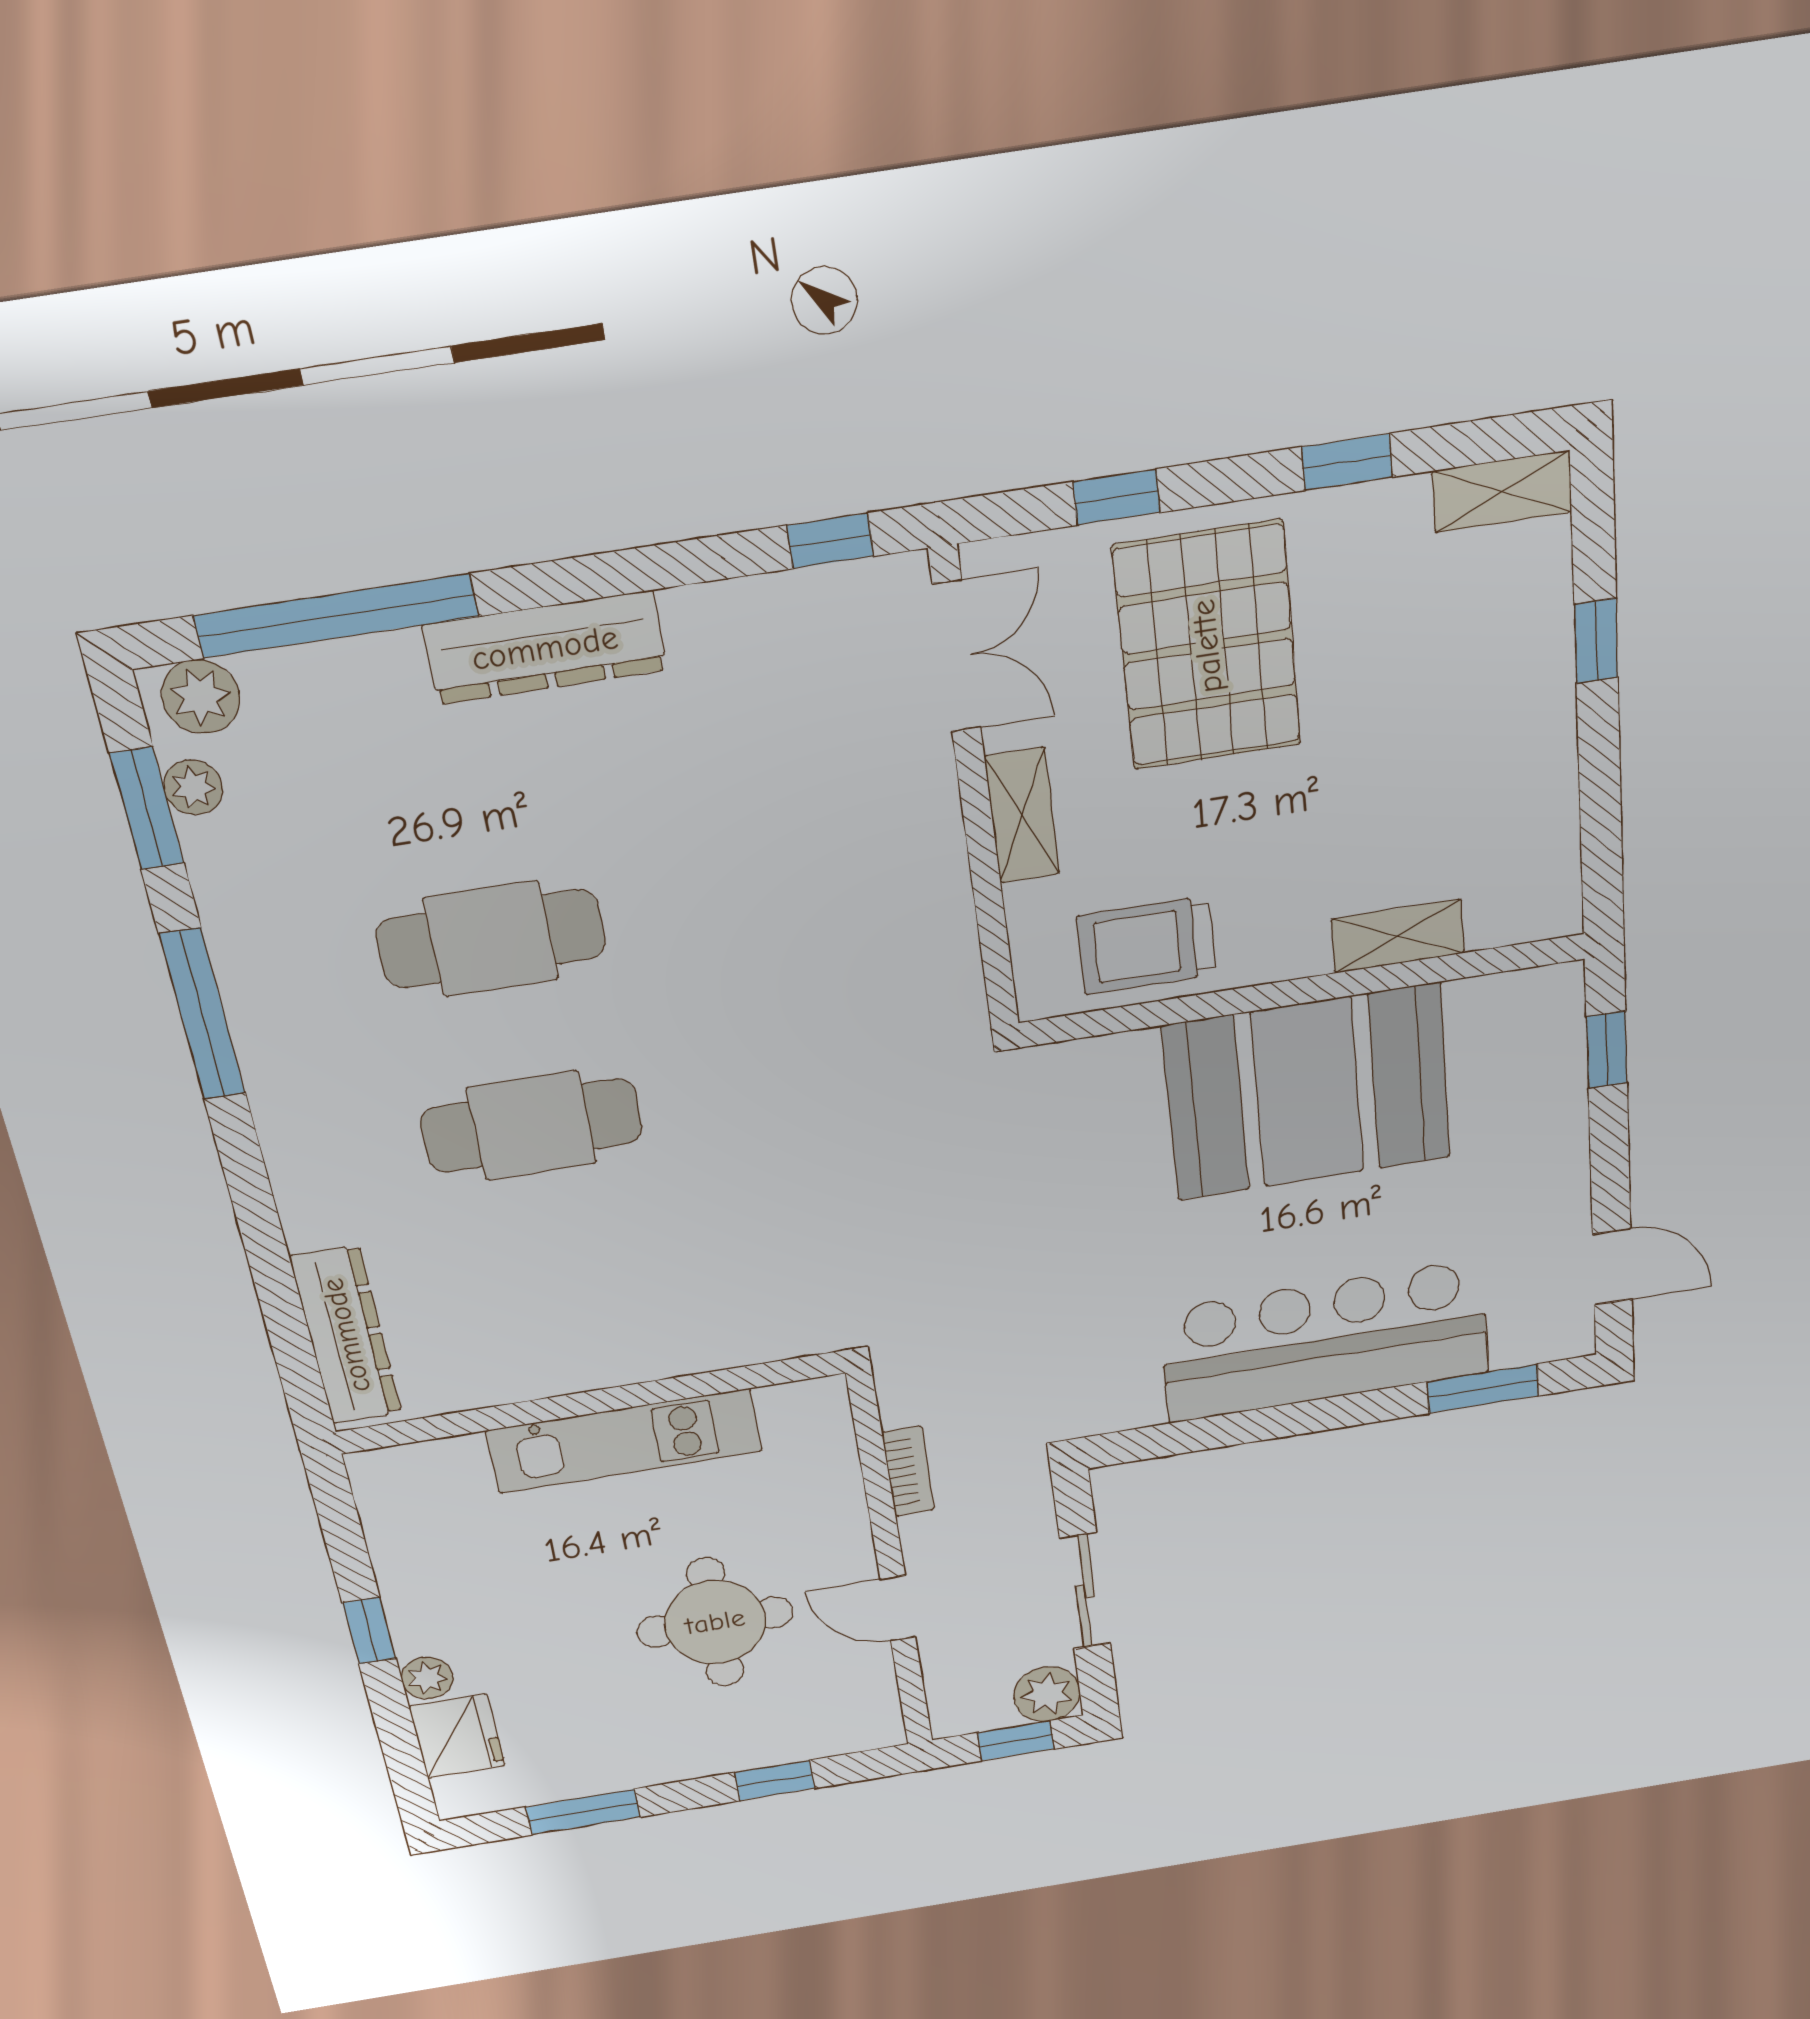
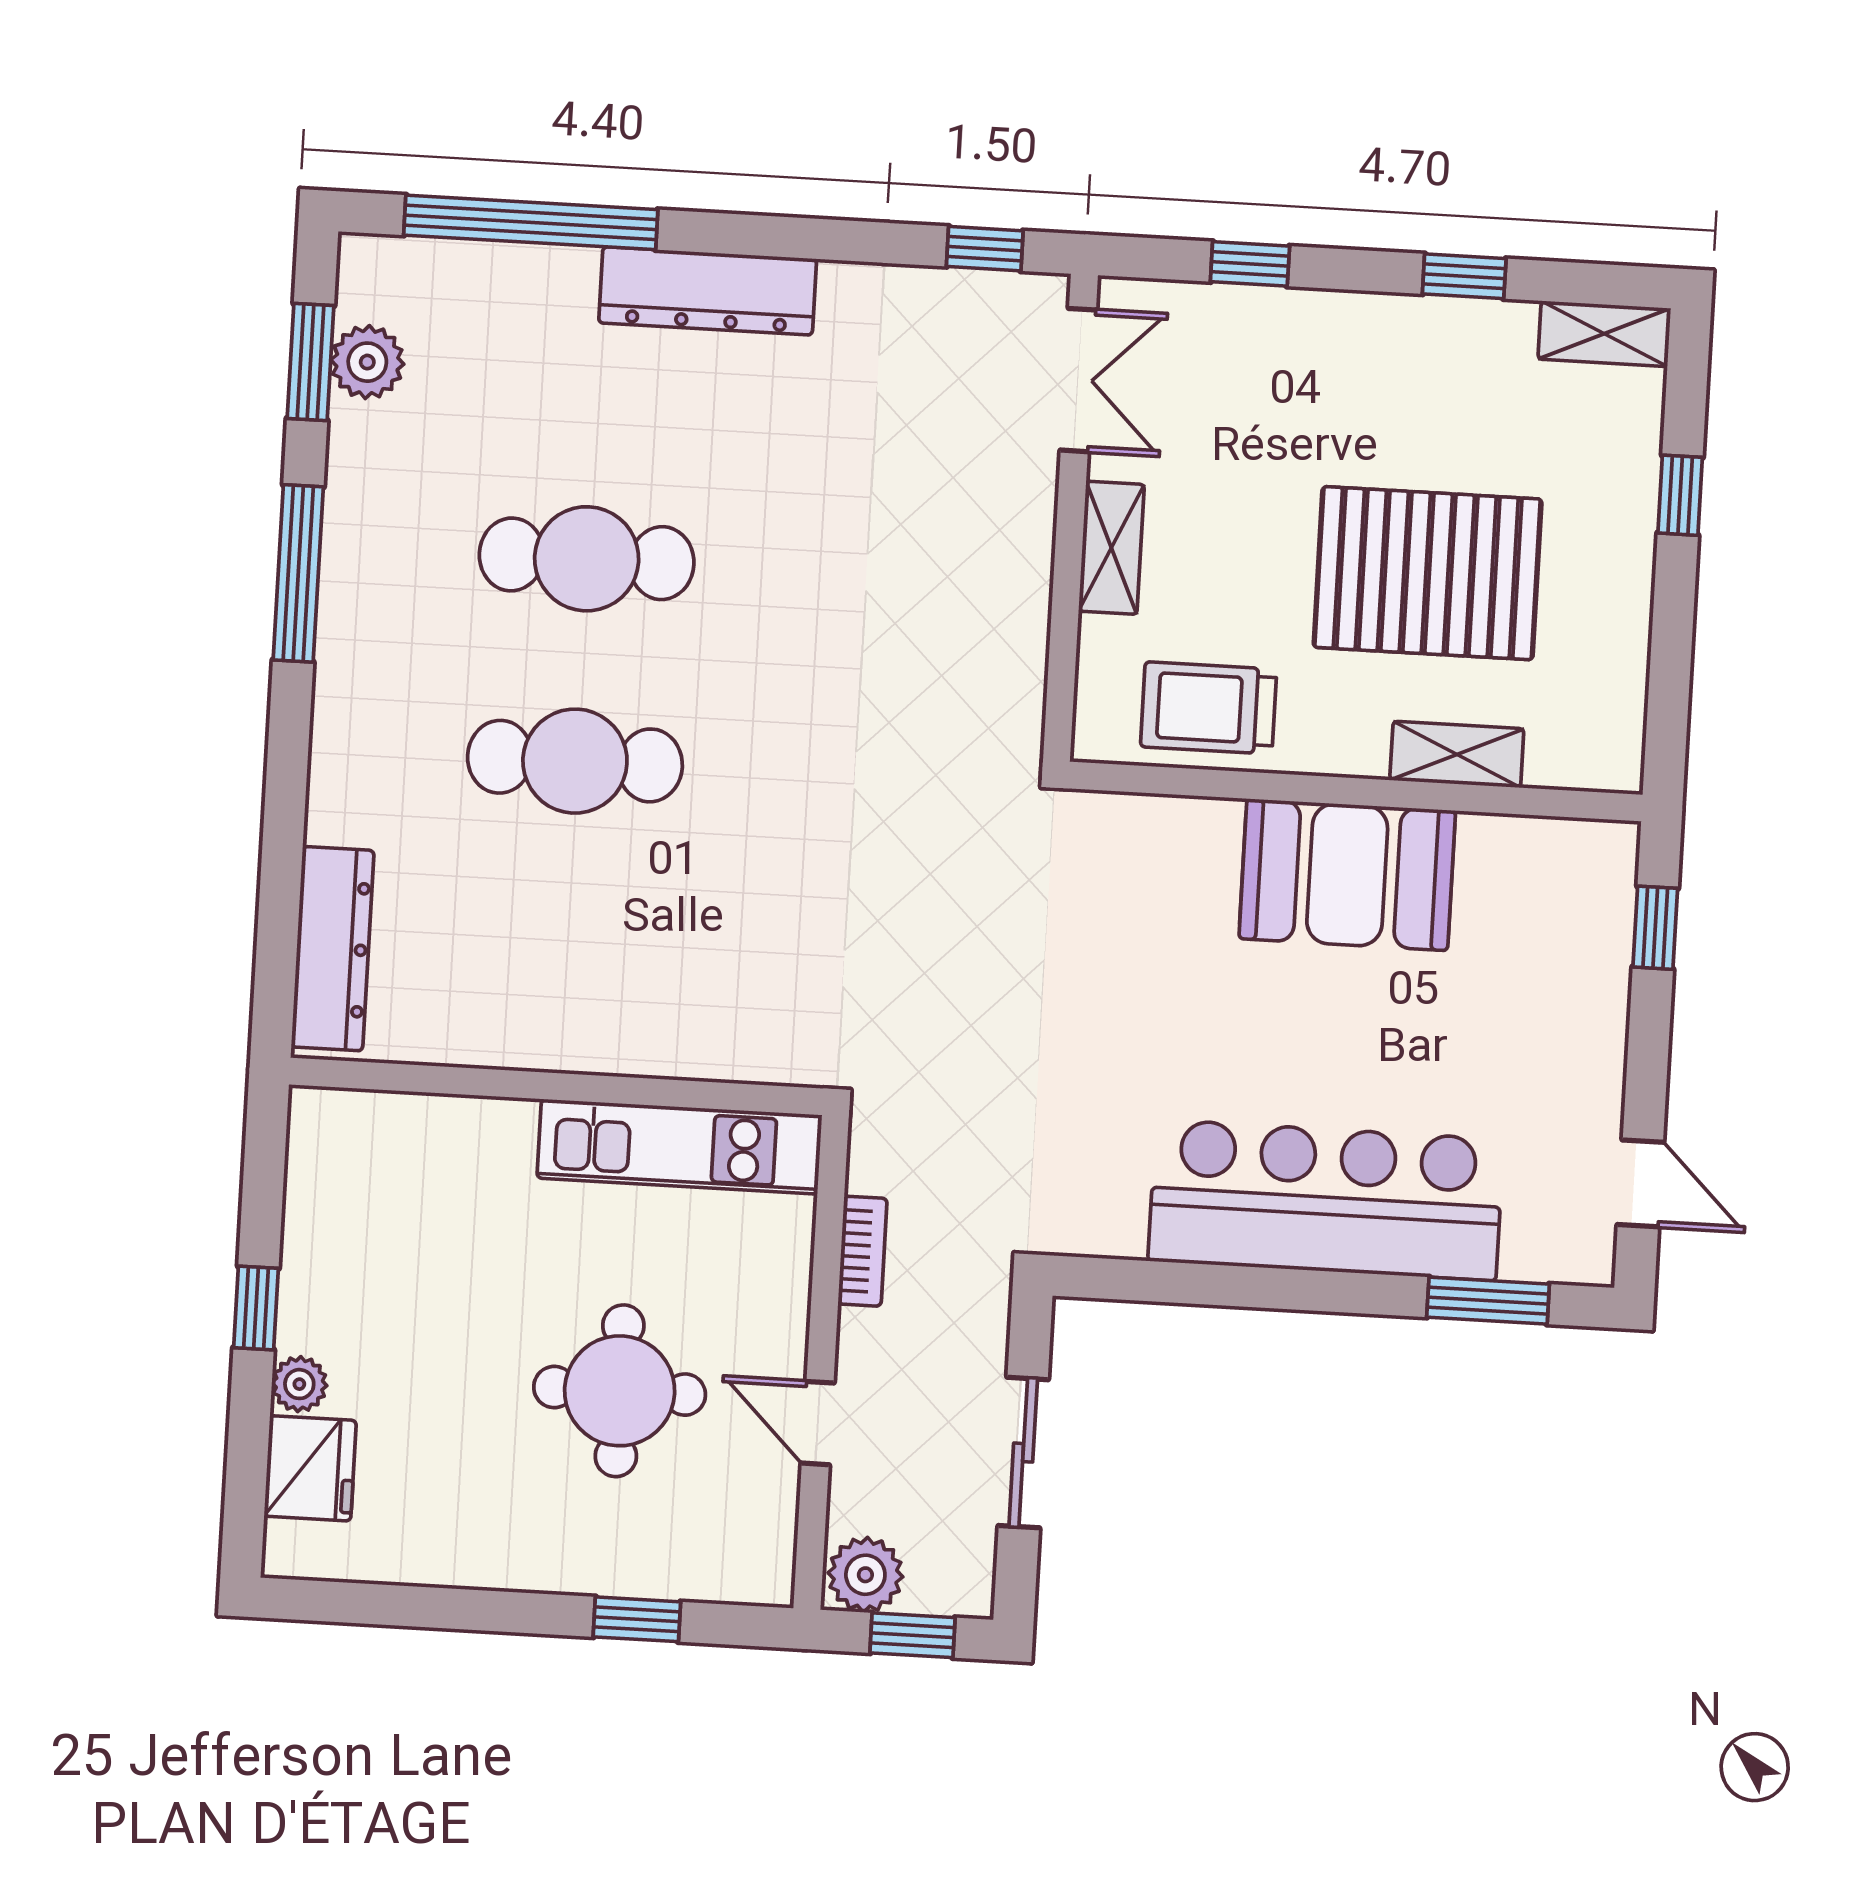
pallet: (1207, 646) -> (1428, 573), moved, turned 90
plant: (201, 697) -> (390, 269), removed
plant: (193, 787) -> (367, 362), width x1.38, depth x1.38
booth: (1307, 1092) -> (1347, 875), width x0.73, depth x0.70
kitchen unit: (624, 1441) -> (679, 1147), moved
plant: (1047, 1694) -> (865, 1575), moved
window: (583, 1812) -> (418, 1607), removed

